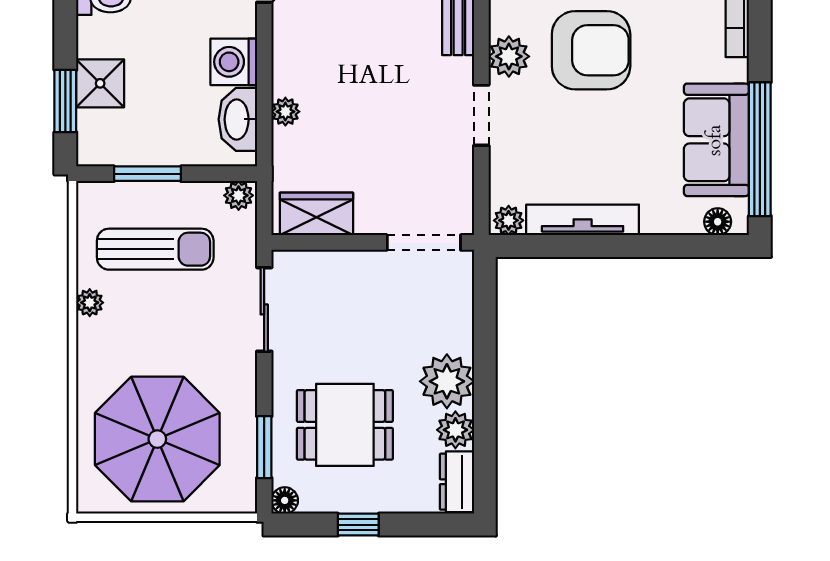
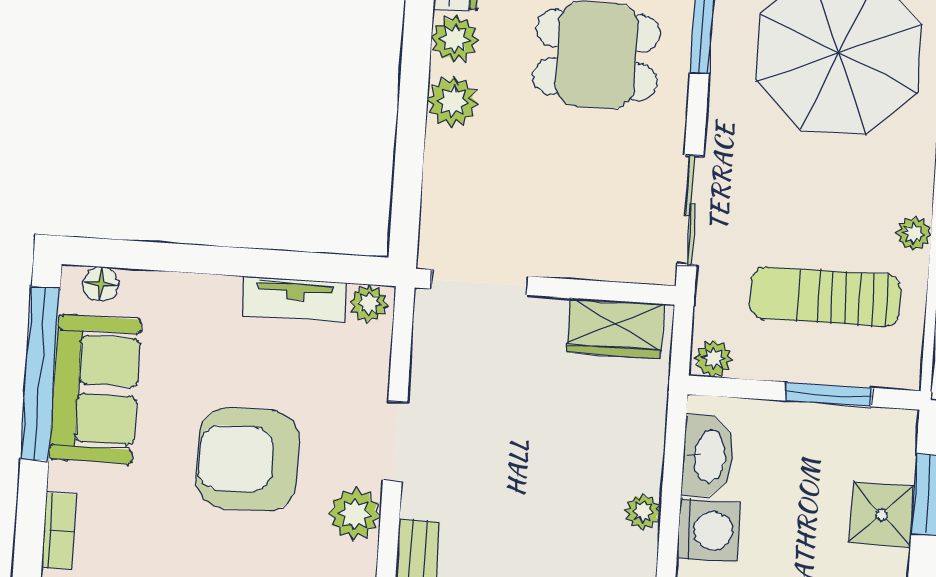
armchair: (591, 50) -> (248, 459), moved
plant: (285, 112) -> (643, 512), moved
tv unit: (583, 220) -> (295, 299), width x0.71
plant: (447, 381) -> (453, 102), width x0.73, depth x0.73

